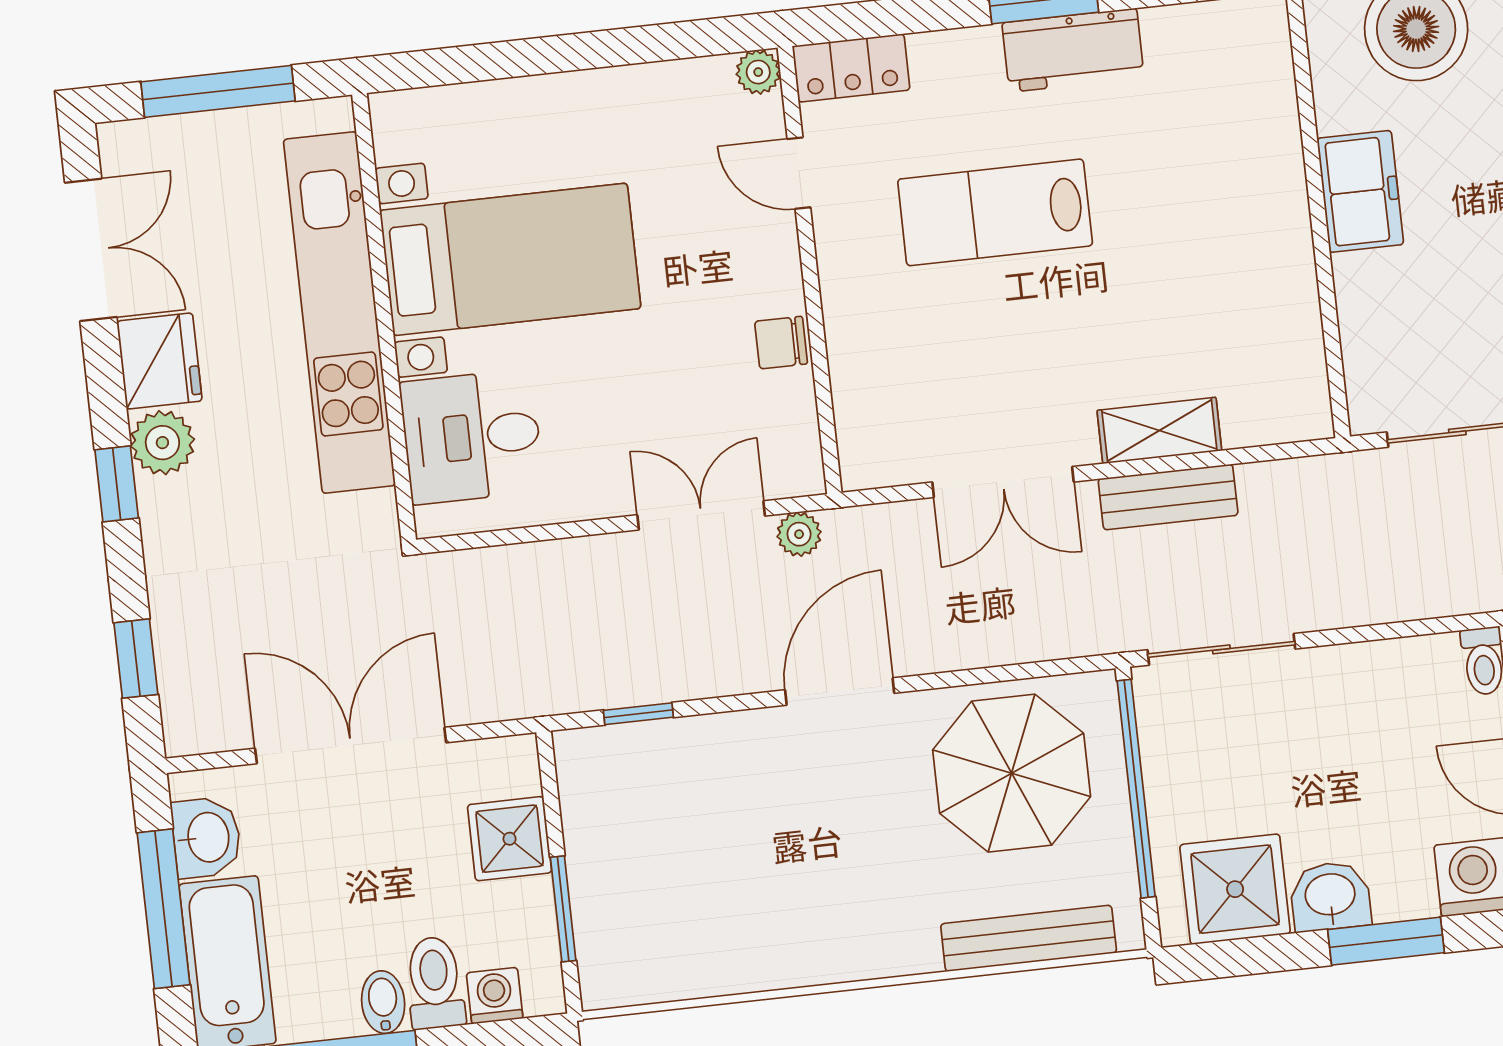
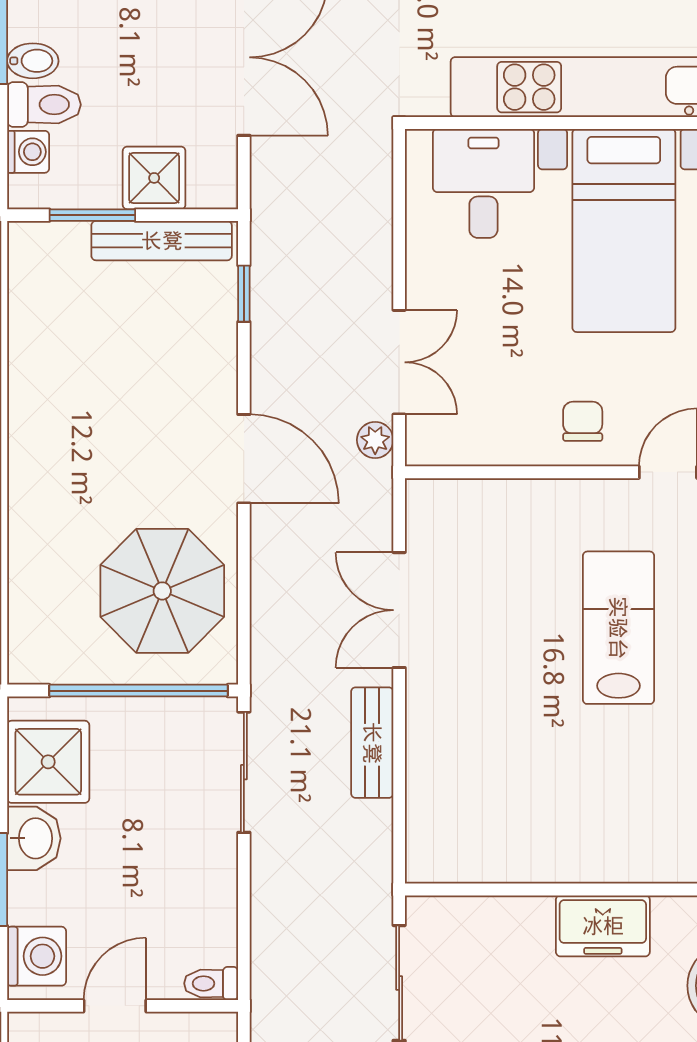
chair: (781, 343) -> (583, 421), moved
shelving: (1159, 431) -> (427, 742), removed
bench: (1029, 938) -> (162, 241), moved, turned 90

